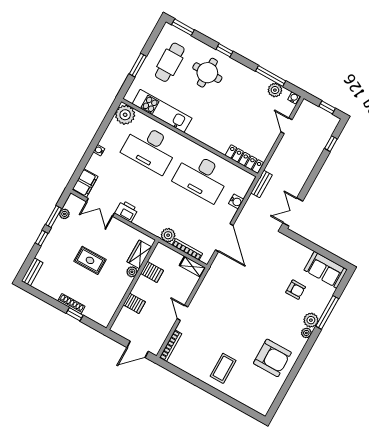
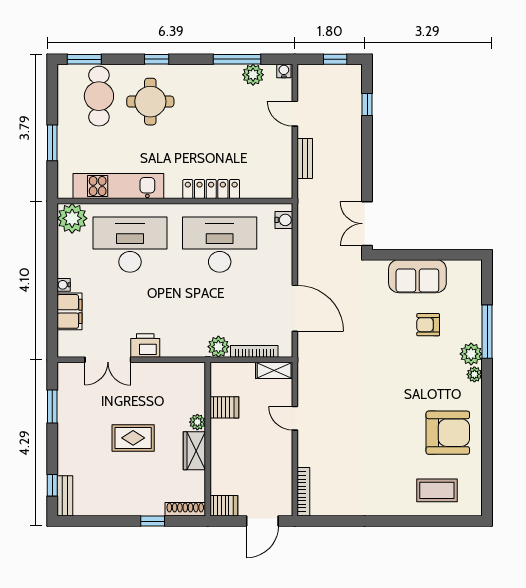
cafe table: (170, 62) -> (99, 96), moved
desk: (150, 148) -> (130, 245), turned 180
locker: (244, 159) -> (211, 189), moved
desk: (201, 177) -> (220, 245), turned 180
filing cabinet: (85, 183) -> (70, 311), moved
bench: (262, 184) -> (305, 159), moved
water cooler: (236, 201) -> (284, 220), moved
plant: (64, 214) -> (65, 395), removed
window: (42, 238) -> (52, 485), moved
wardrobe: (139, 254) -> (194, 451), moved
sofa: (326, 270) -> (417, 276), moved
armchair: (296, 290) -> (428, 325), turned 180
server rack: (134, 303) -> (224, 506), moved
shoe rack: (71, 304) -> (185, 509), moved
door: (182, 313) -> (295, 418), moved
coffee table: (223, 368) -> (437, 490), moved, turned 90

